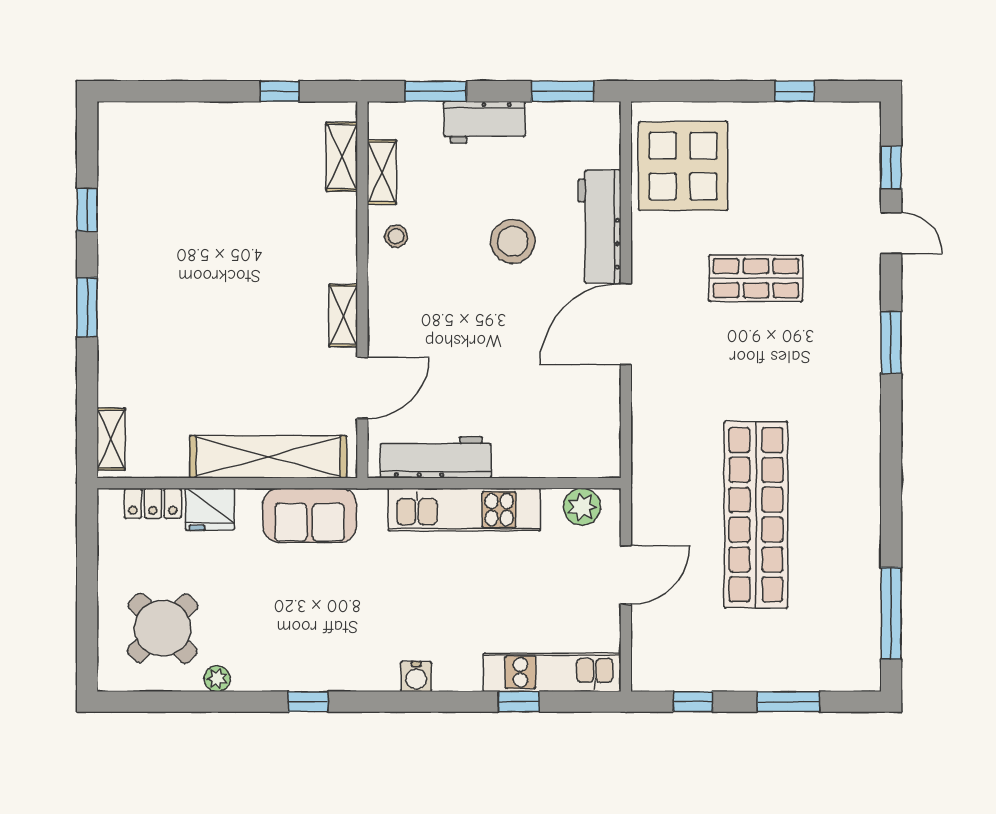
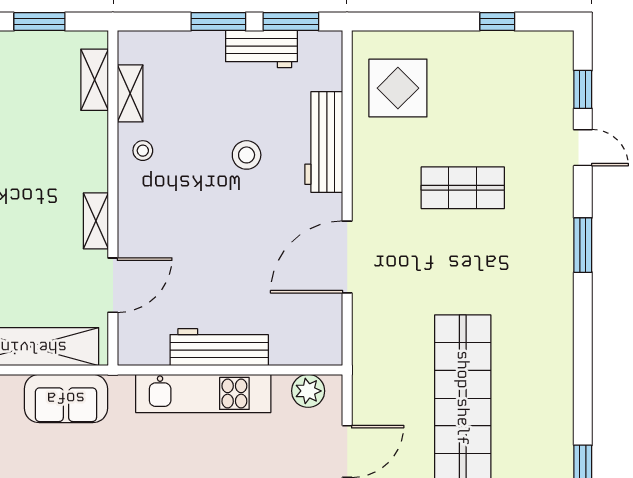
window: (280, 91) -> (39, 22), width x1.50
window: (435, 91) -> (218, 22), moved
workbench: (484, 122) -> (261, 49), moved
display table: (683, 166) -> (398, 88), width x0.73, depth x0.73
stool: (513, 241) -> (247, 155), width x0.73, depth x0.73
door: (626, 324) -> (347, 257), moved
workbench: (436, 457) -> (219, 347), moved

